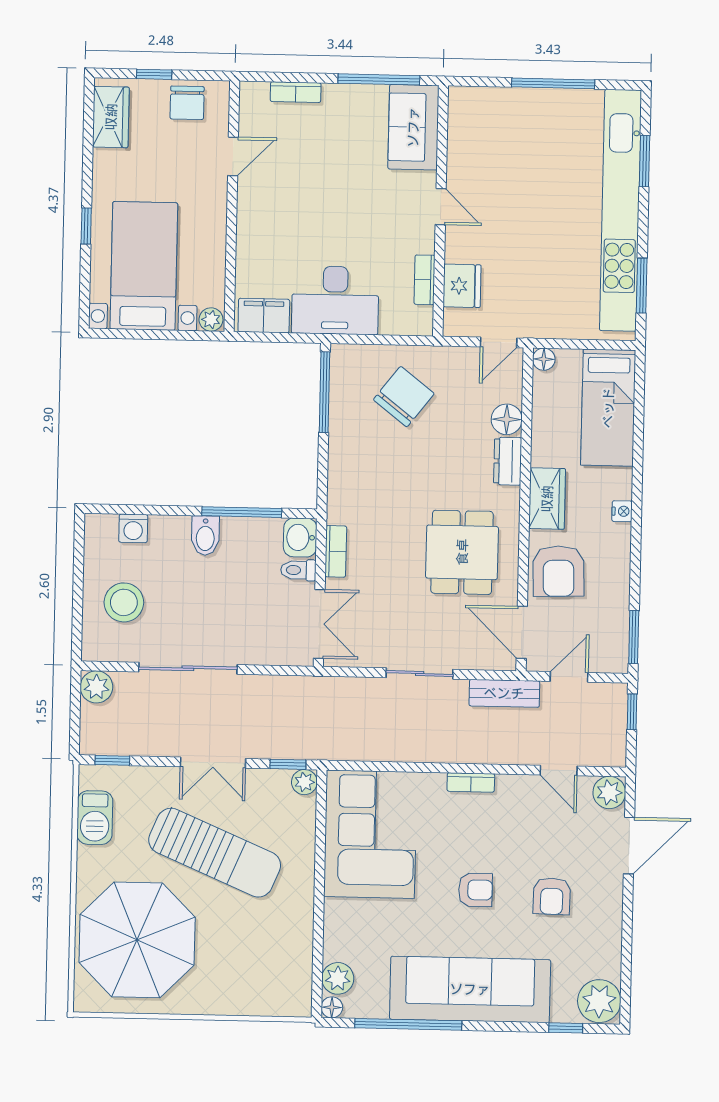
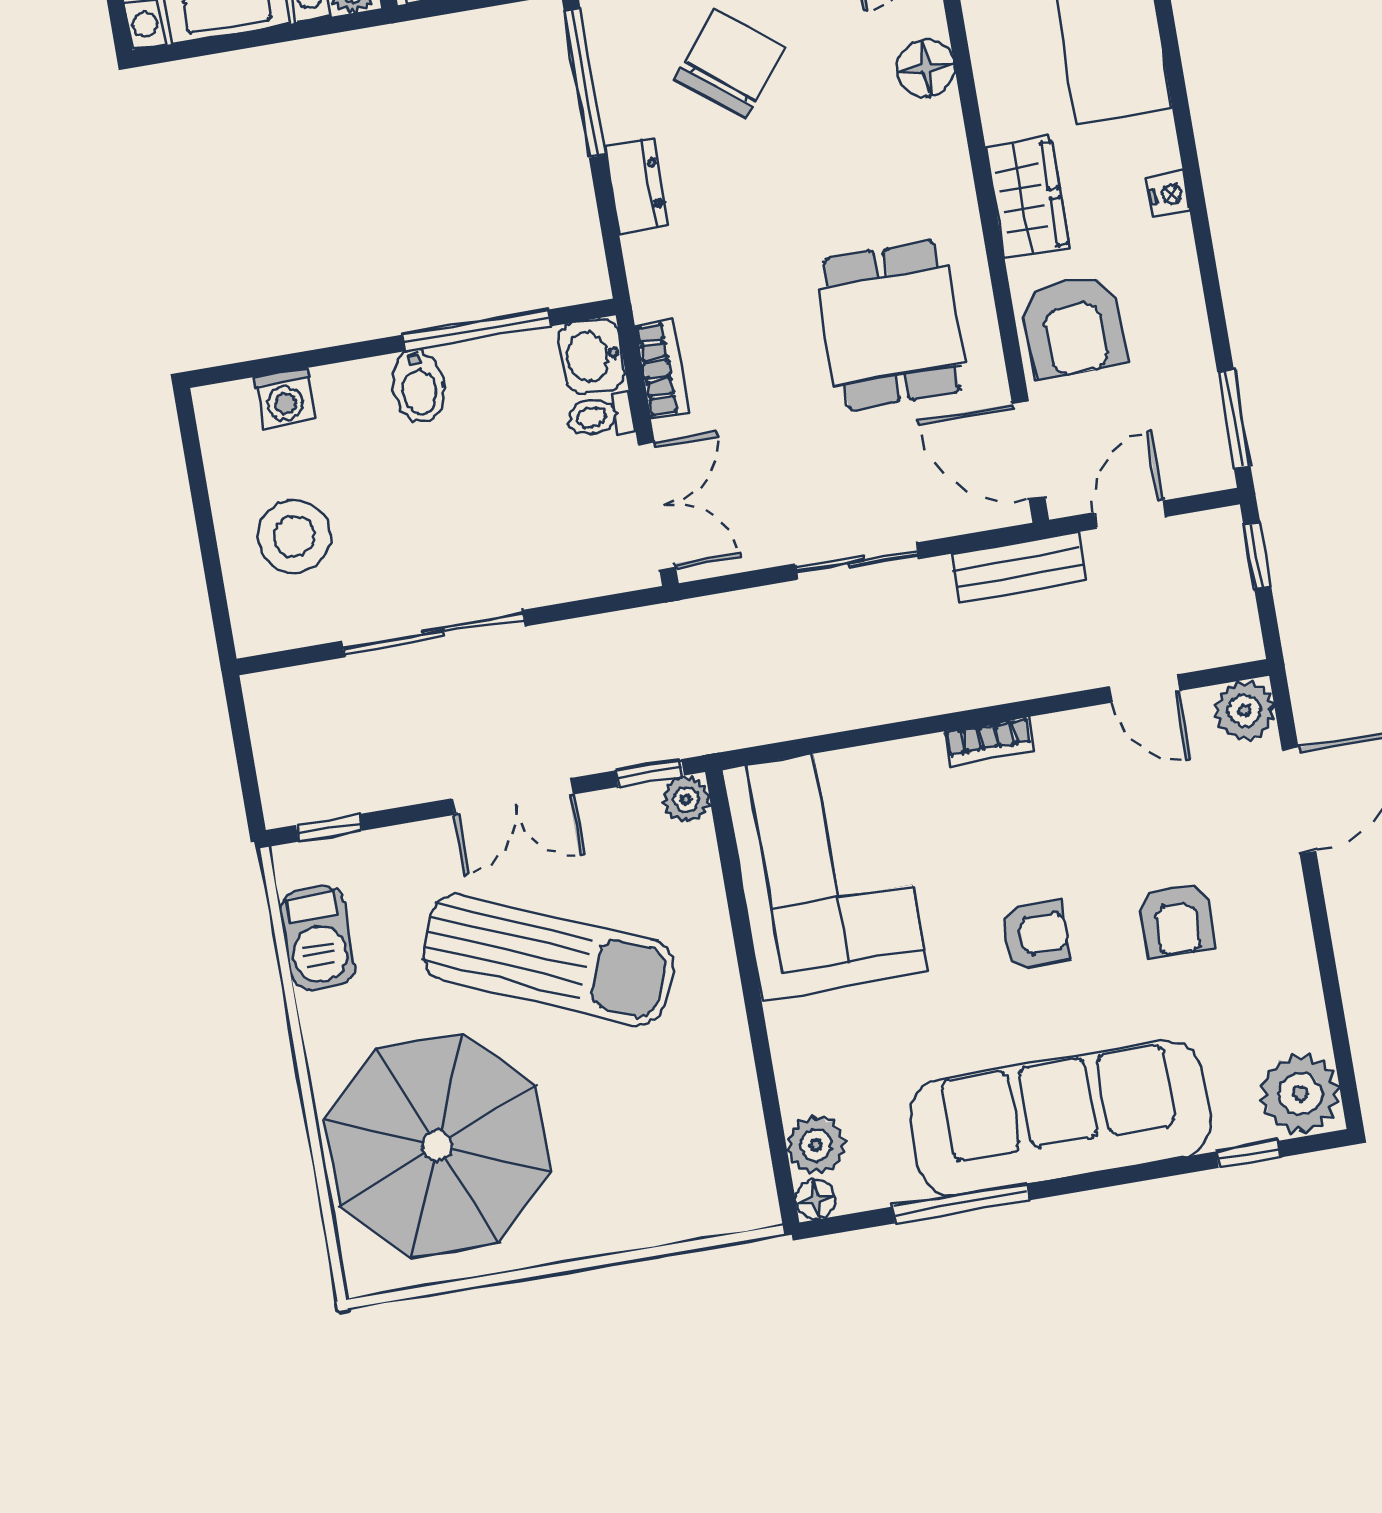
dresser: (508, 461) -> (636, 186), moved, turned 180
plant: (96, 687) -> (274, 700), removed
window: (408, 1024) -> (961, 1204), width x0.68

